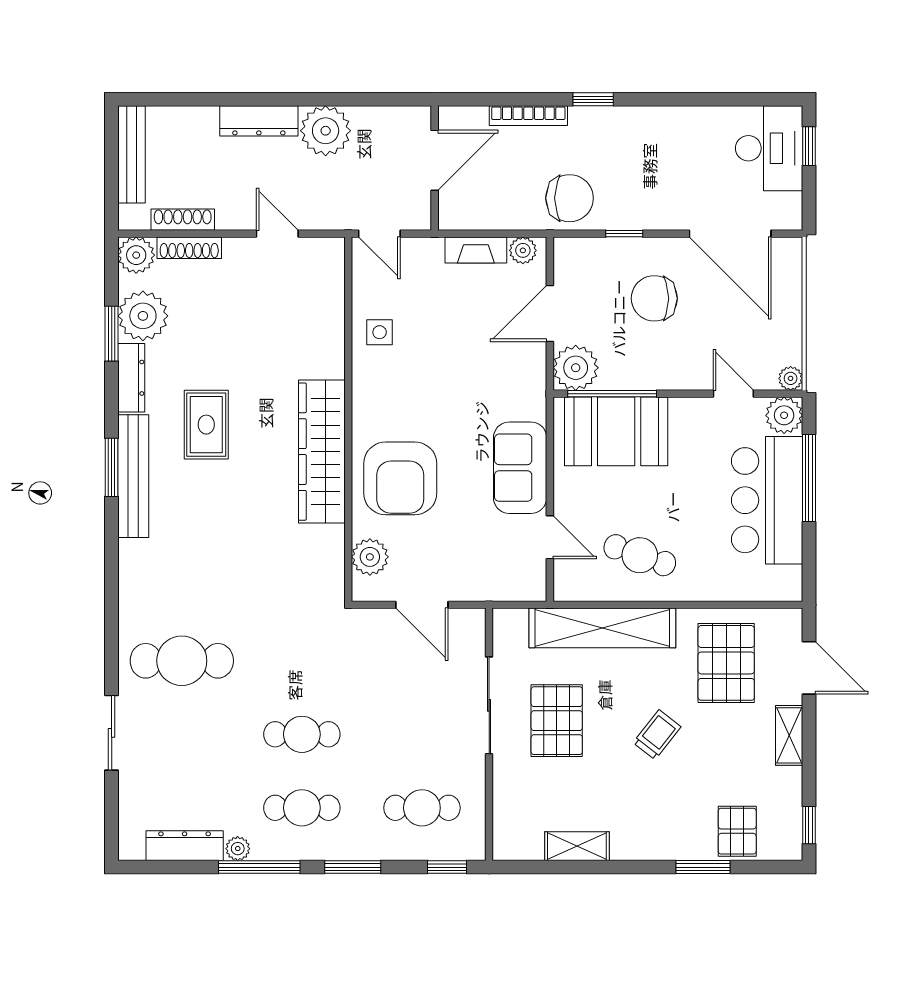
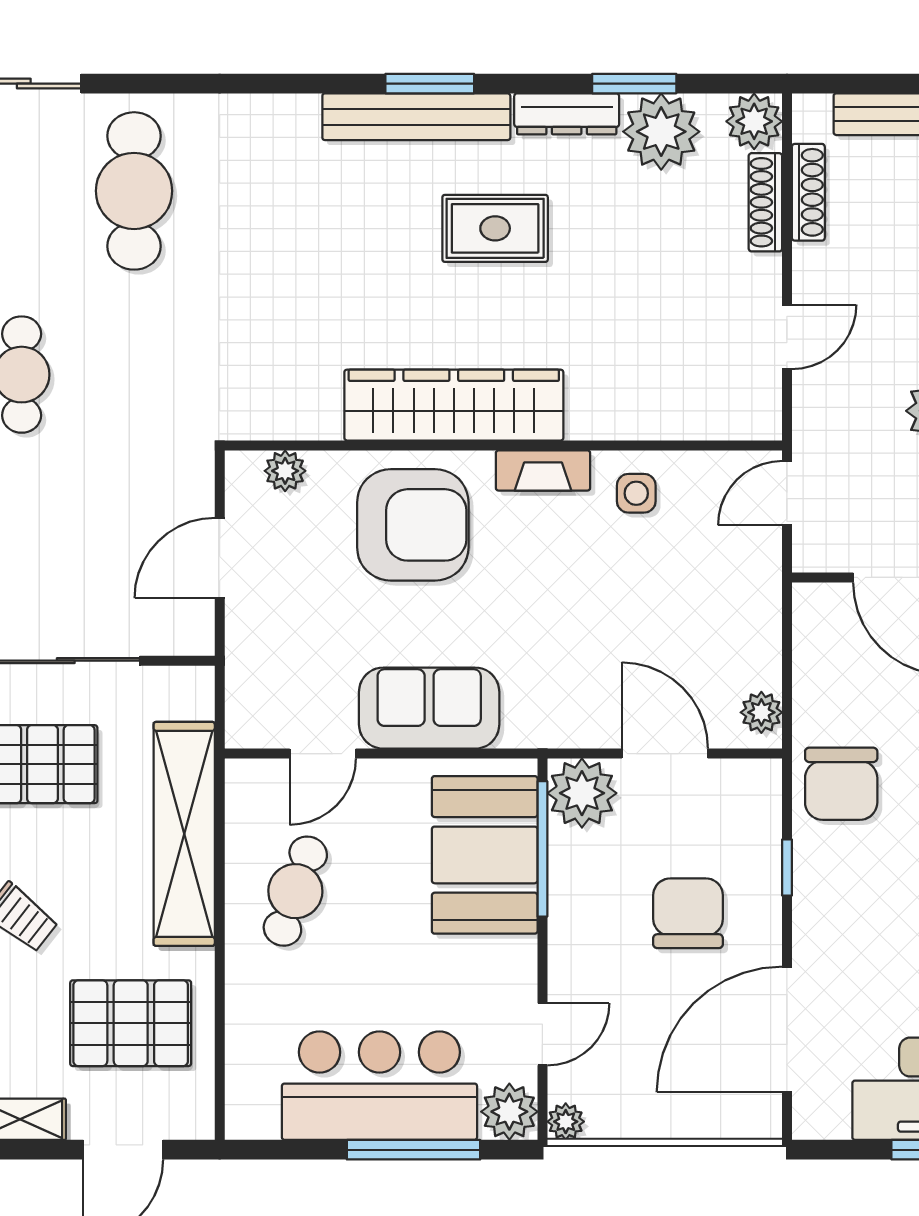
fireplace: (476, 250) -> (543, 470), moved, turned -90
armchair: (400, 478) -> (413, 525), turned 180
plant: (370, 557) -> (285, 471), width x0.73, depth x0.73

